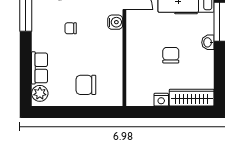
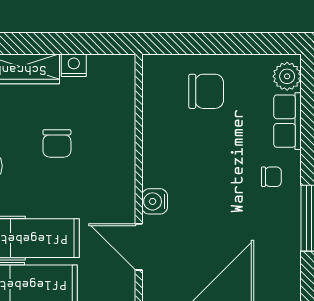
chair: (71, 28) -> (271, 177), moved

